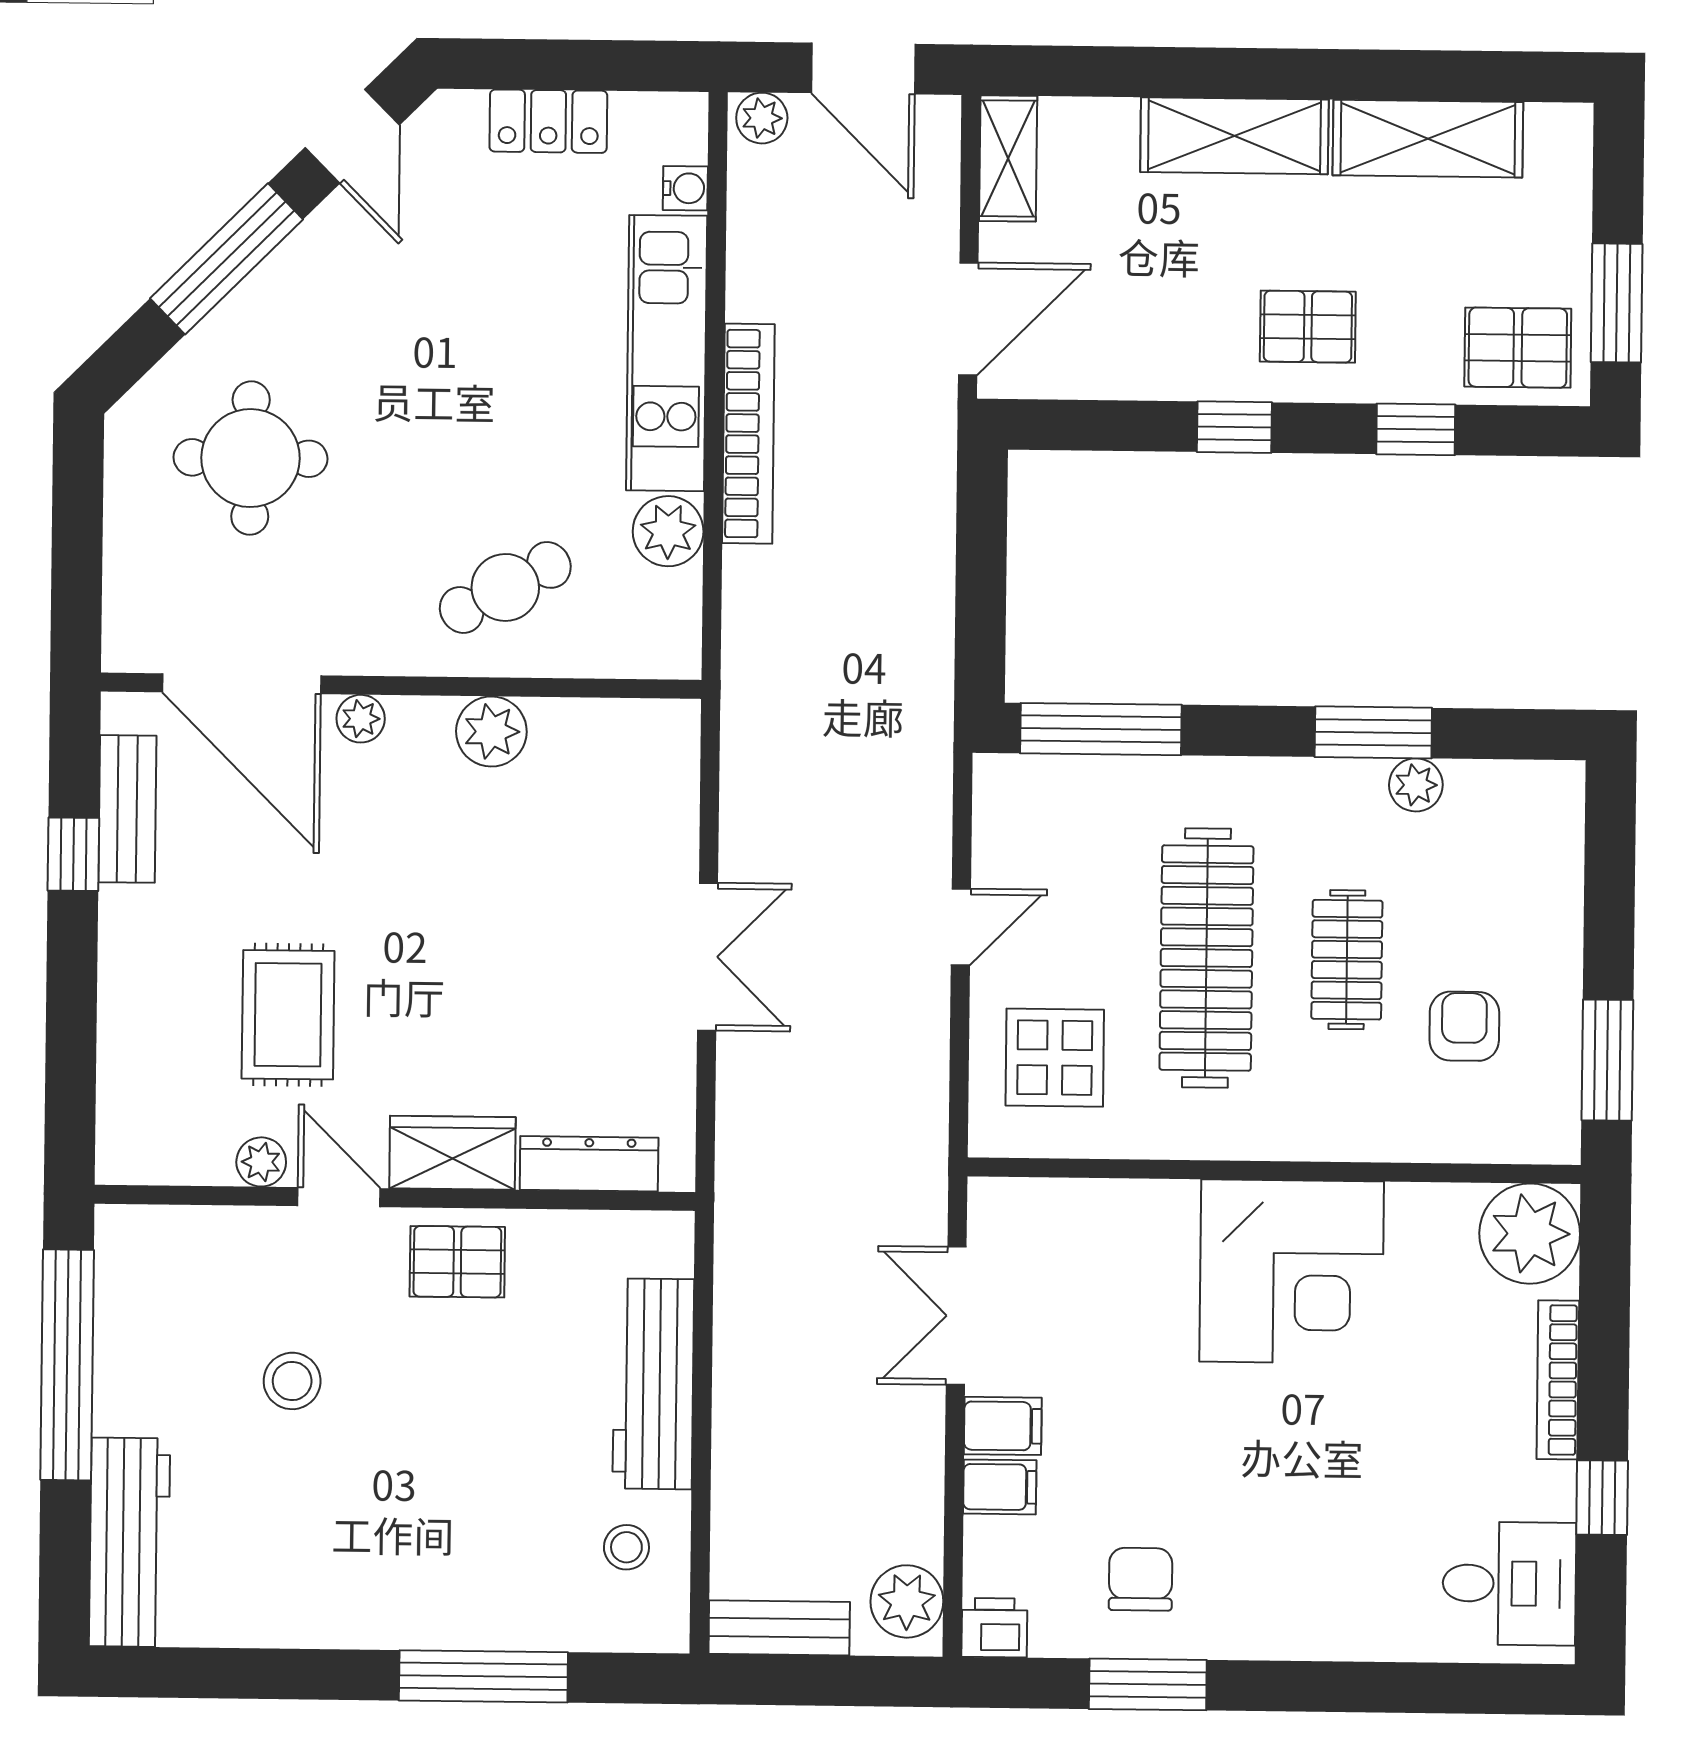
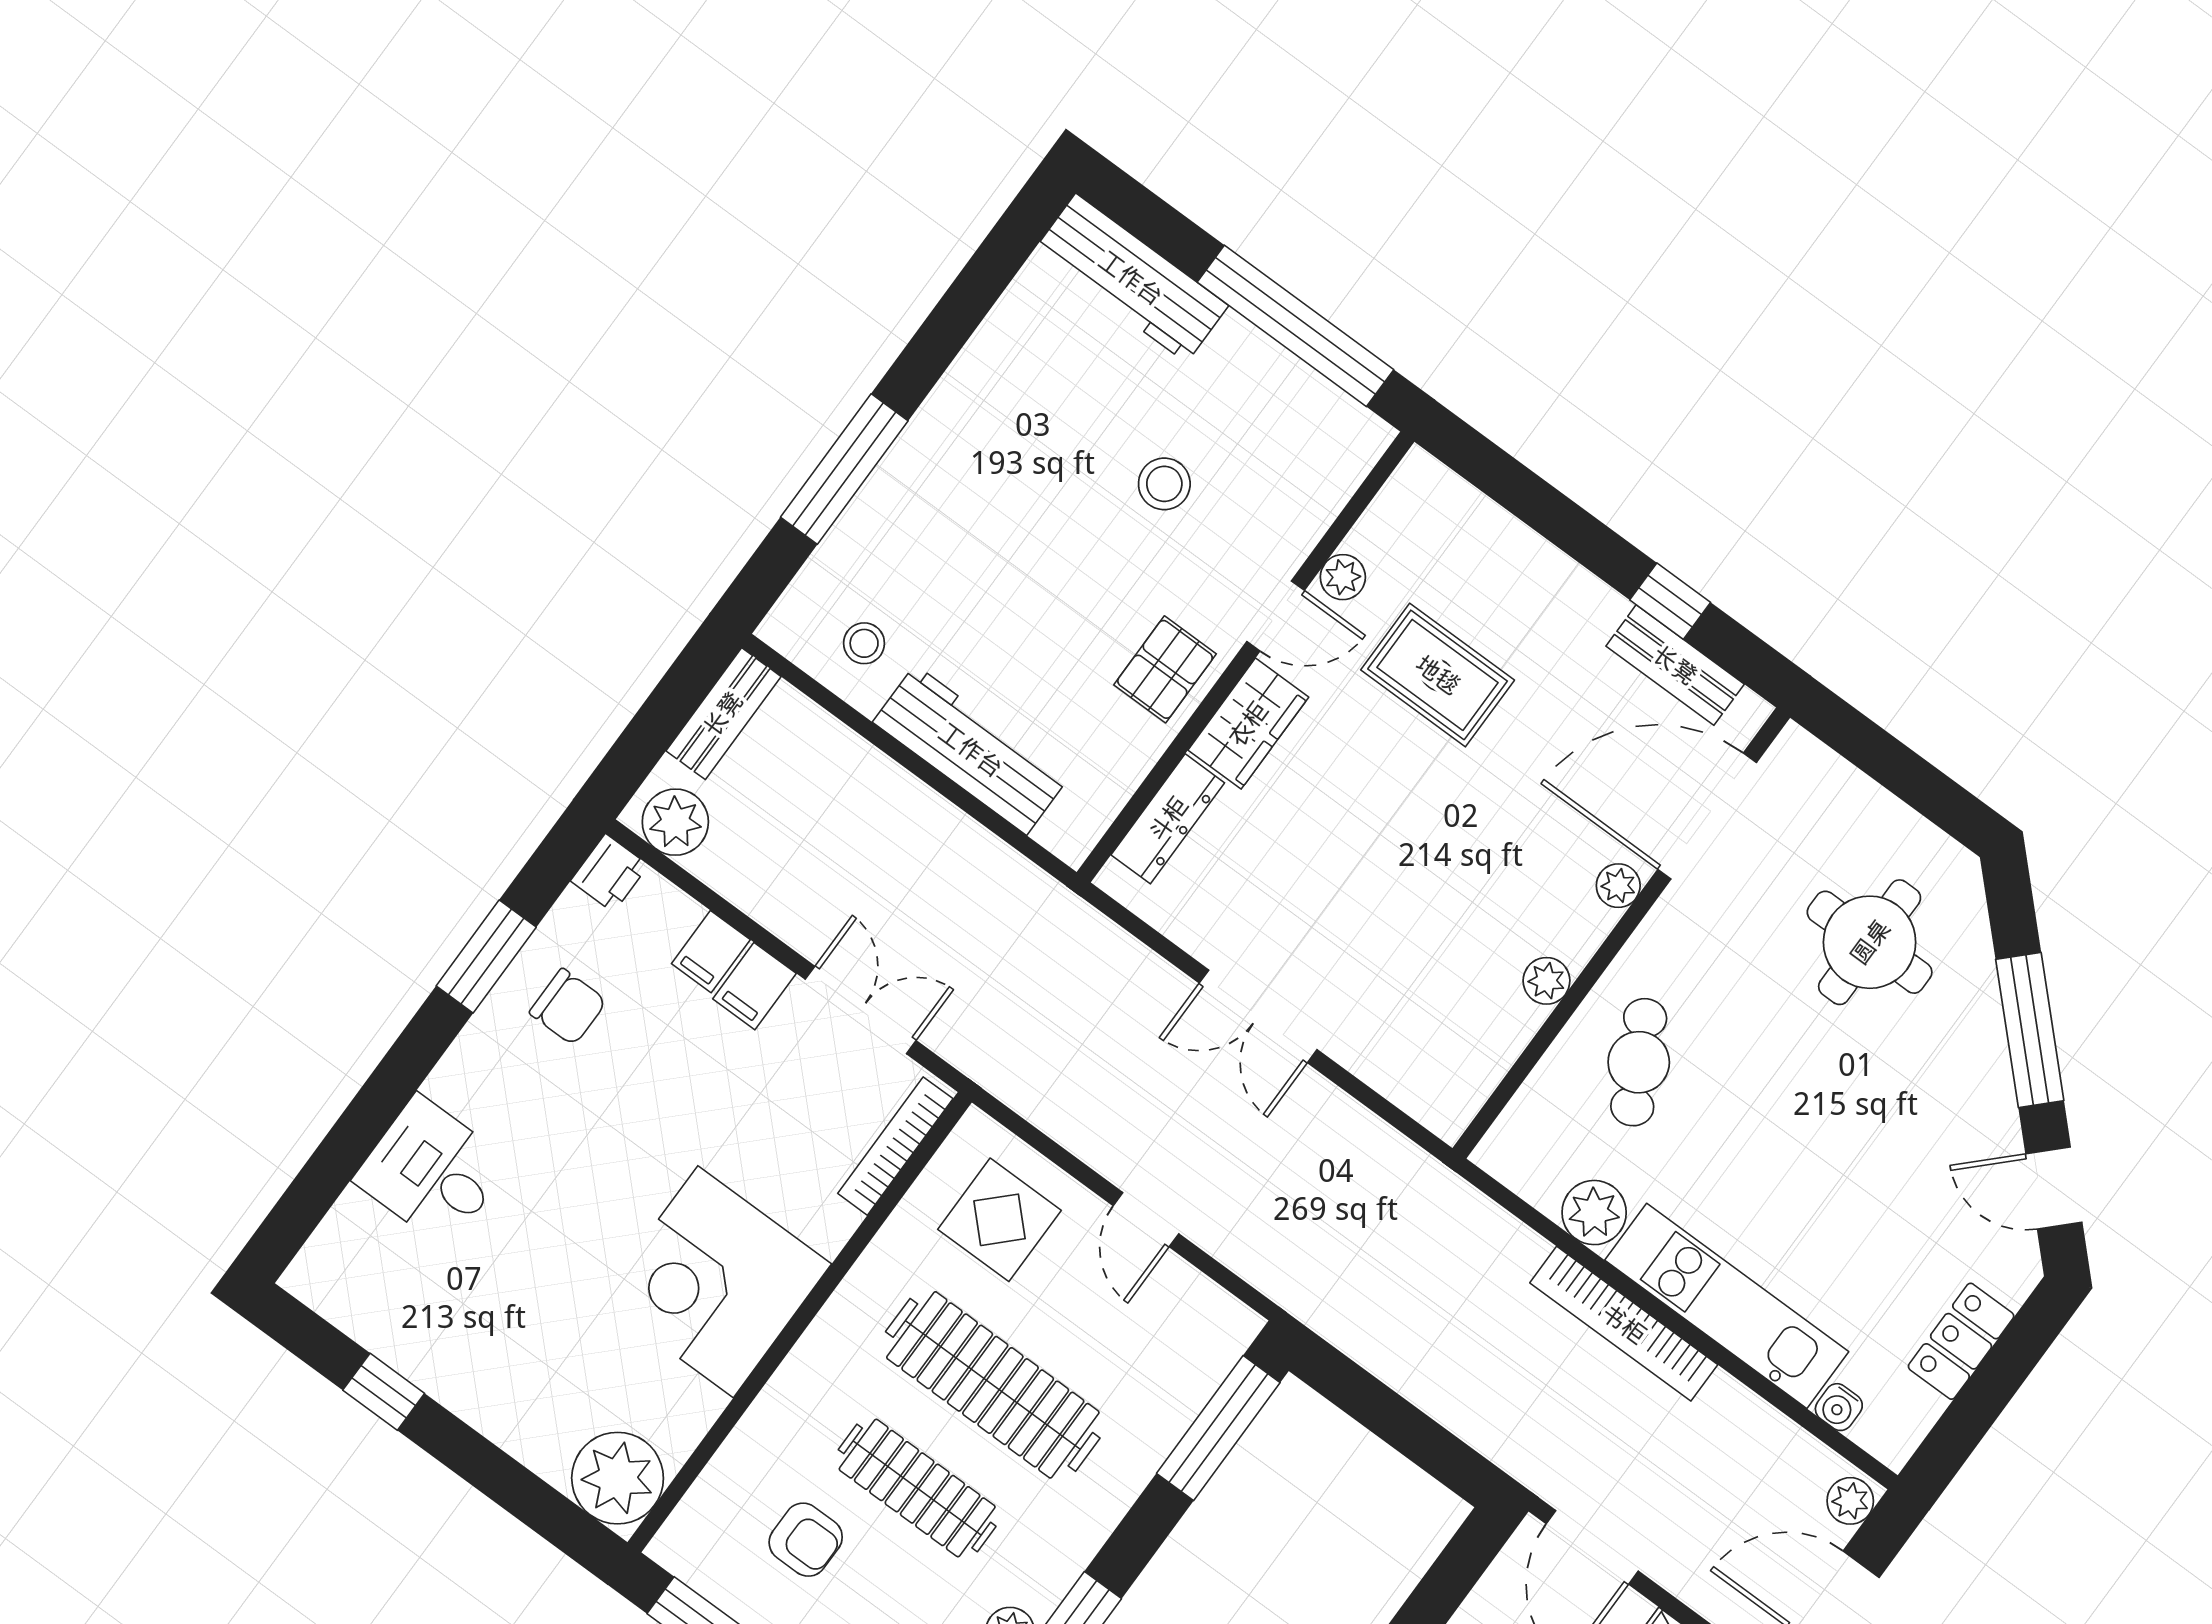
plant: (491, 732) -> (1546, 981), width x0.73, depth x0.73
clothes rail: (1347, 960) -> (917, 1488), width x1.36
bookcase: (1558, 1380) -> (895, 1146), moved, turned -90
desk: (1509, 1583) -> (432, 1171), moved, turned 90

